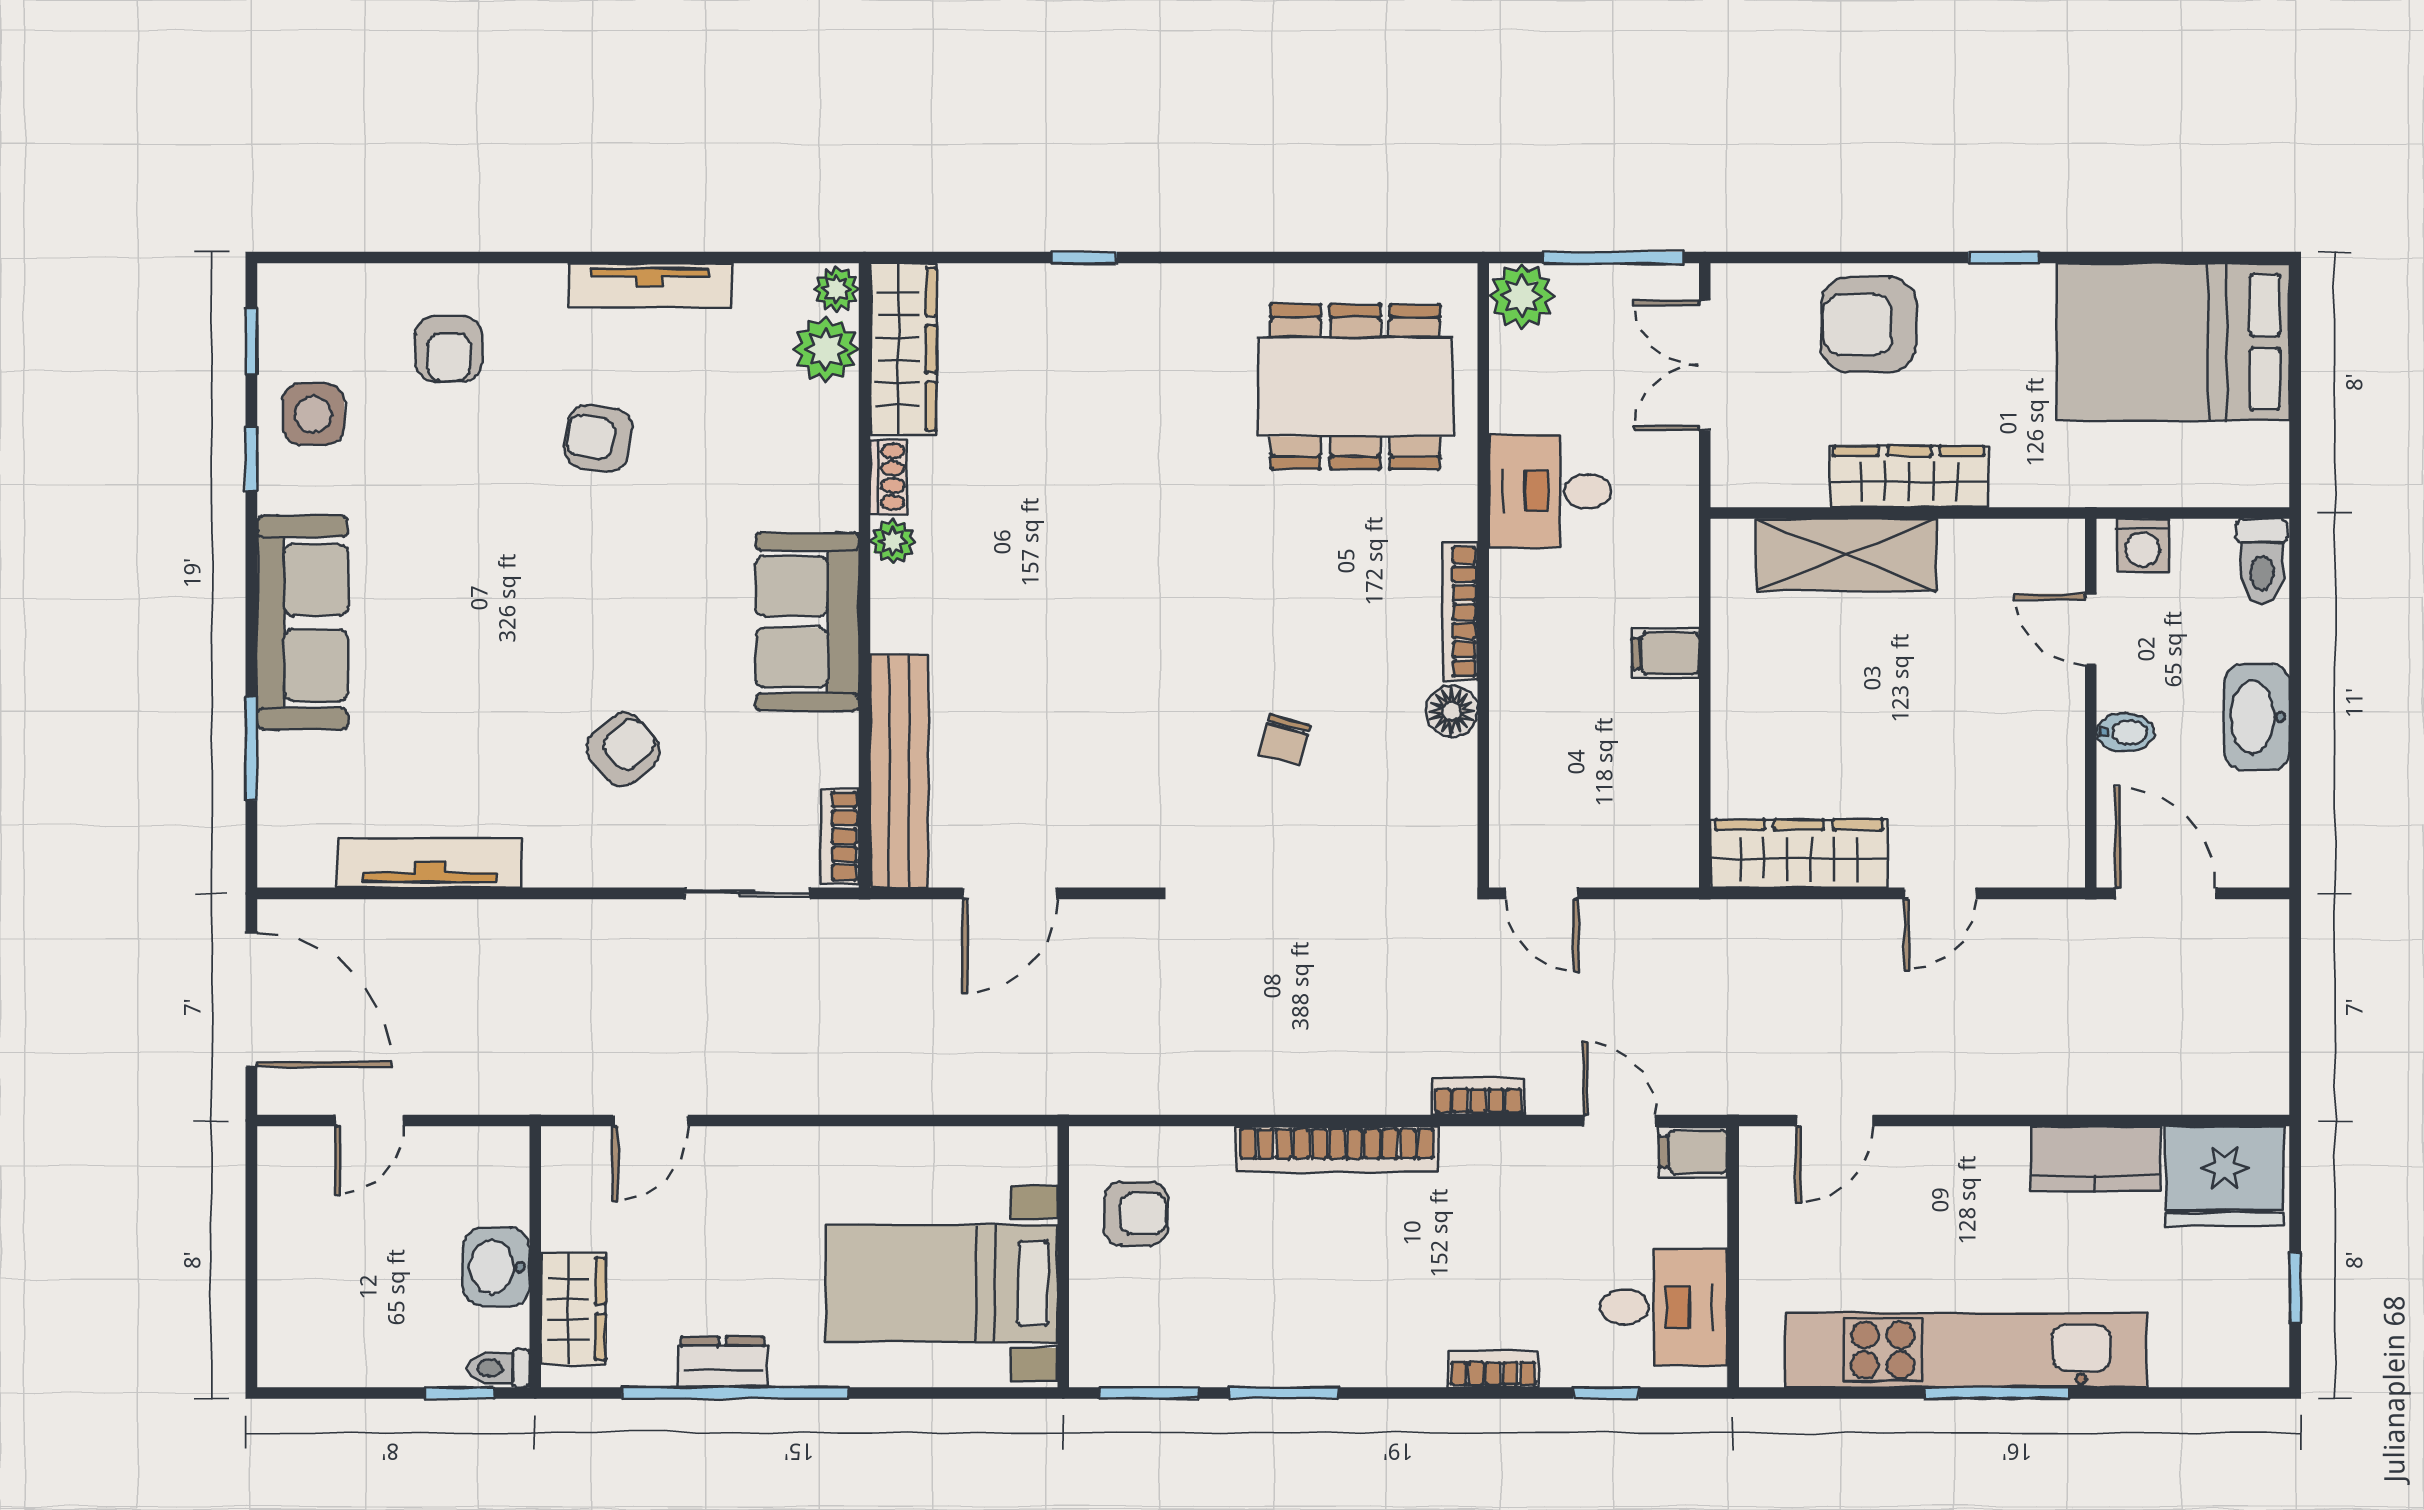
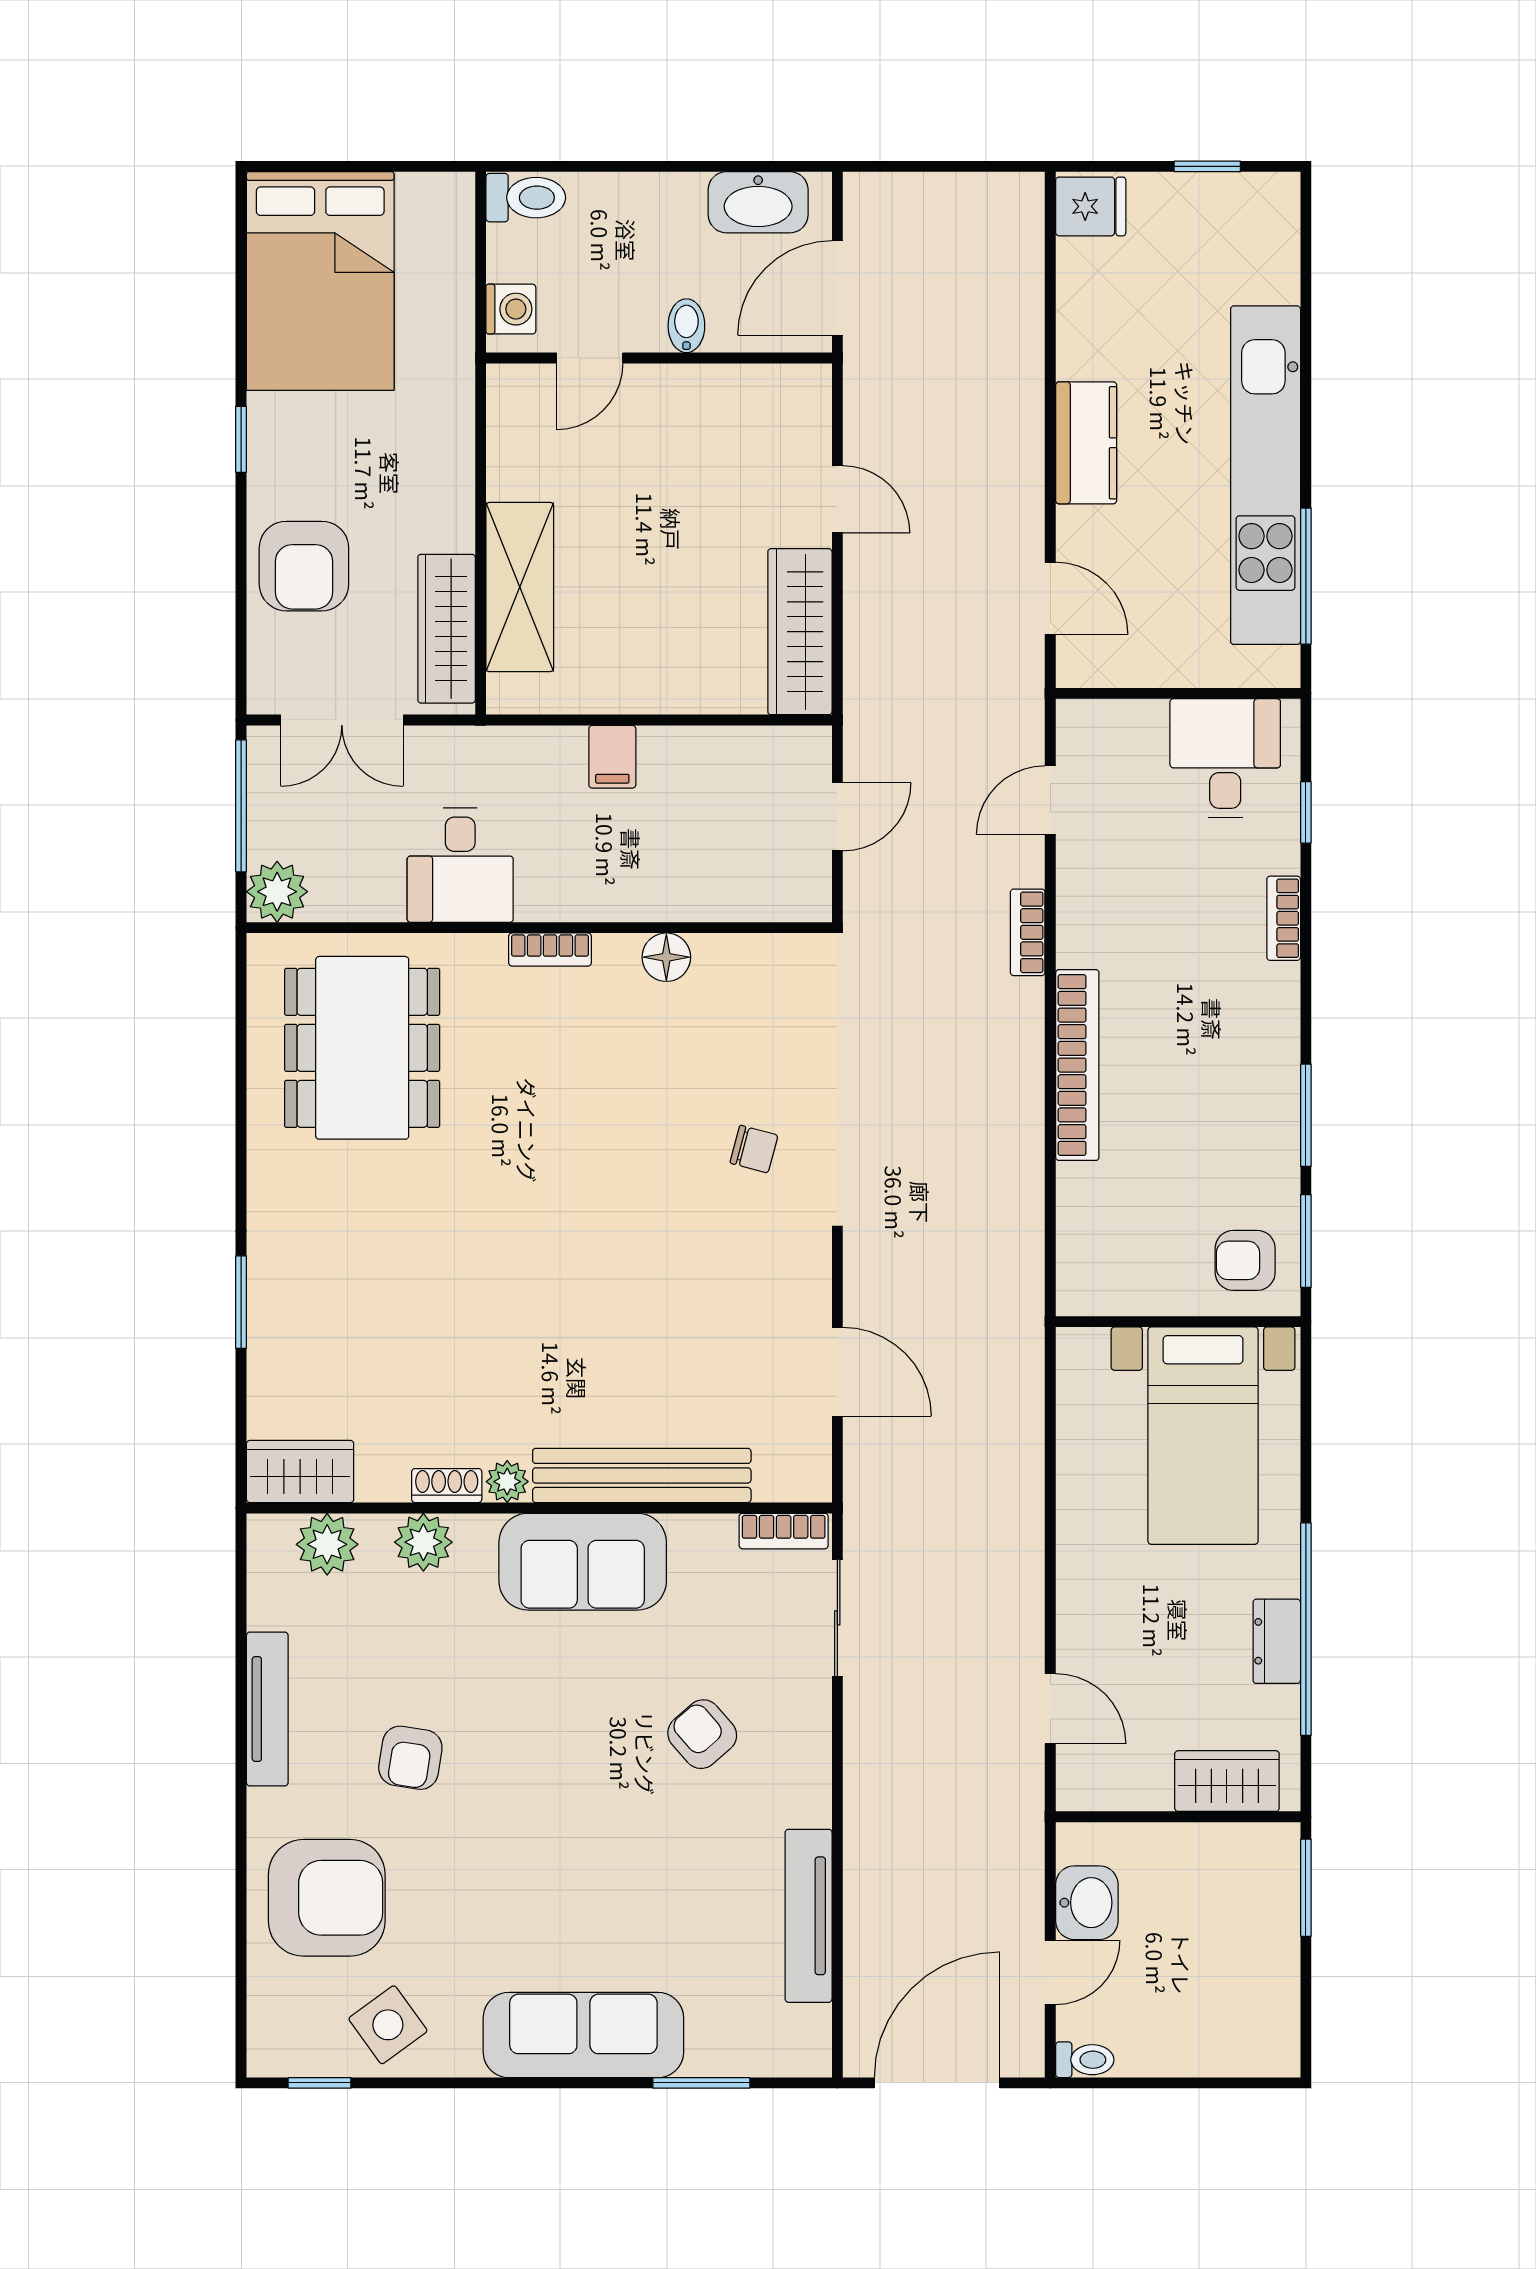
window: (1084, 258) -> (241, 1302), width x1.50
plant: (836, 289) -> (423, 1542), moved, width x1.38, depth x1.38
armchair: (449, 349) -> (327, 1898), width x1.88, depth x1.88
wardrobe: (903, 349) -> (300, 1471), width x0.67
side table: (313, 414) -> (388, 2025), turned -36
window: (251, 459) -> (430, 2083), removed
wardrobe: (1909, 477) -> (447, 629), moved
bookcase: (1460, 612) -> (550, 950), width x0.64
washbasin: (2257, 717) -> (758, 202), moved
chair: (1285, 740) -> (754, 1149), moved
bench: (899, 771) -> (642, 1475), moved
door: (1542, 893) -> (837, 817), moved
door: (369, 1120) -> (1050, 1972), hinge flipped
filing cabinet: (1693, 1152) -> (1080, 731), removed
kitchen counter: (2096, 1159) -> (1086, 443), moved
fridge: (2225, 1176) -> (1091, 206), width x0.53, depth x0.75
armchair: (1136, 1213) -> (1245, 1260), moved, turned -90
washbasin: (496, 1267) -> (1087, 1903), moved, turned -90
toilet: (499, 1368) -> (1085, 2060), moved, turned -90
window: (459, 1393) -> (1306, 1888), width x1.50
window: (1997, 1393) -> (1306, 576), moved

